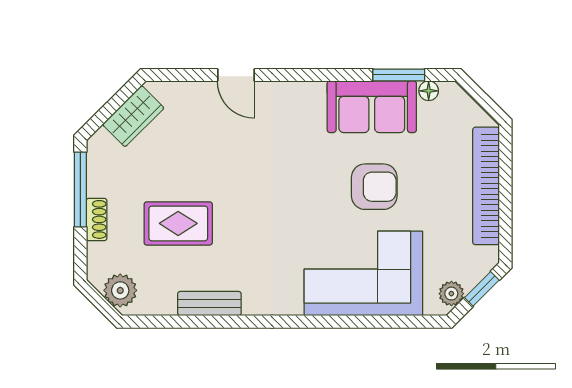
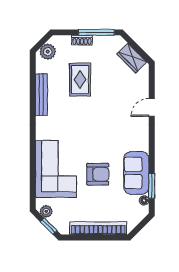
armchair: (374, 187) -> (98, 174), turned -90
bench: (209, 304) -> (41, 95), width x1.36

